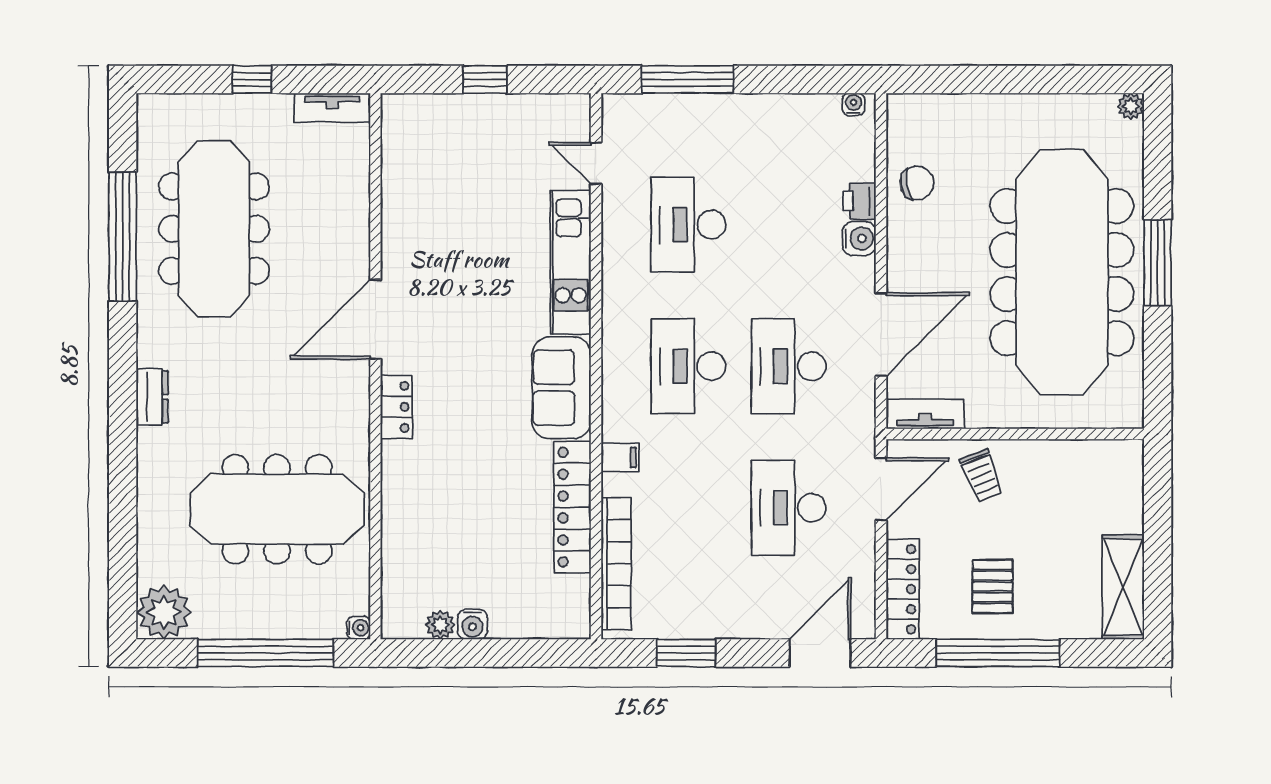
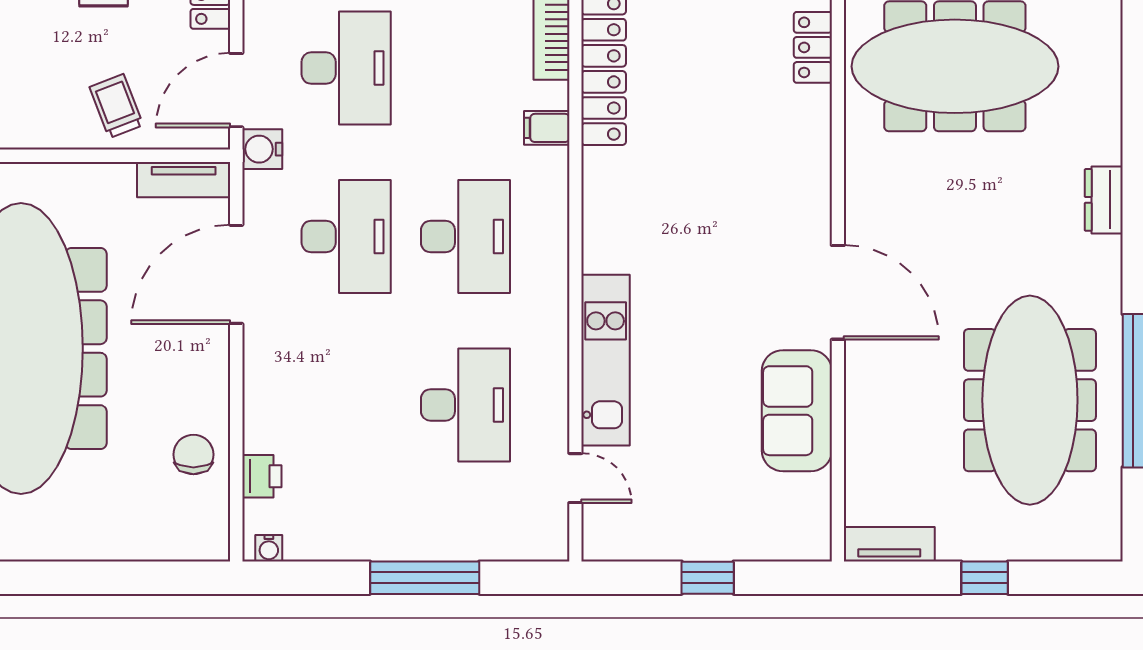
window: (688, 79) -> (425, 578), moved
chair: (917, 183) -> (193, 455), turned 99
printer: (860, 201) -> (262, 476), moved
water cooler: (859, 238) -> (262, 149), moved
door: (375, 319) -> (838, 292), hinge flipped
sofa: (561, 388) -> (797, 411), moved, turned 180
locker: (396, 407) -> (813, 47), moved

